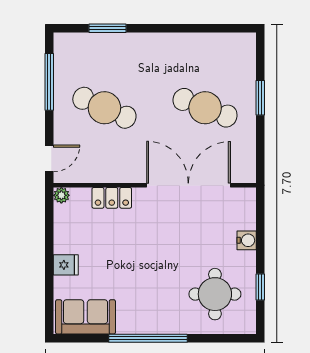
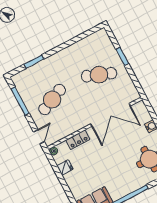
cafe table: (104, 108) -> (52, 100), turned -48
double door: (188, 185) -> (110, 115), swing flipped
fridge: (66, 265) -> (65, 167), moved

